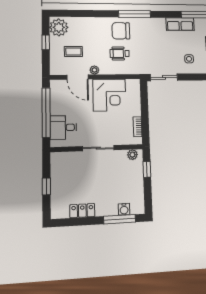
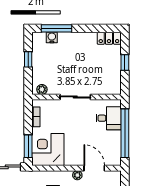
corner desk: (109, 95) -> (48, 150), moved
window: (144, 98) -> (28, 146), added
window: (147, 169) -> (28, 59), moved
locker: (82, 211) -> (109, 38), moved

